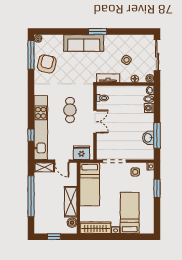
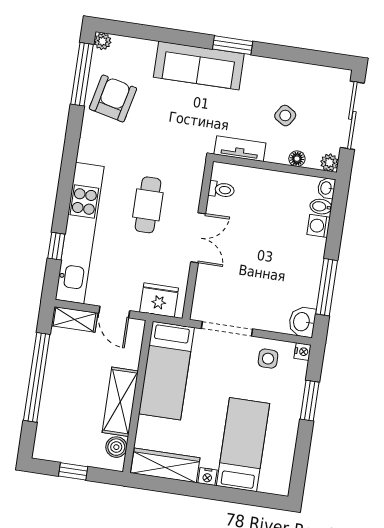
washbasin: (148, 138) -> (302, 322), moved

